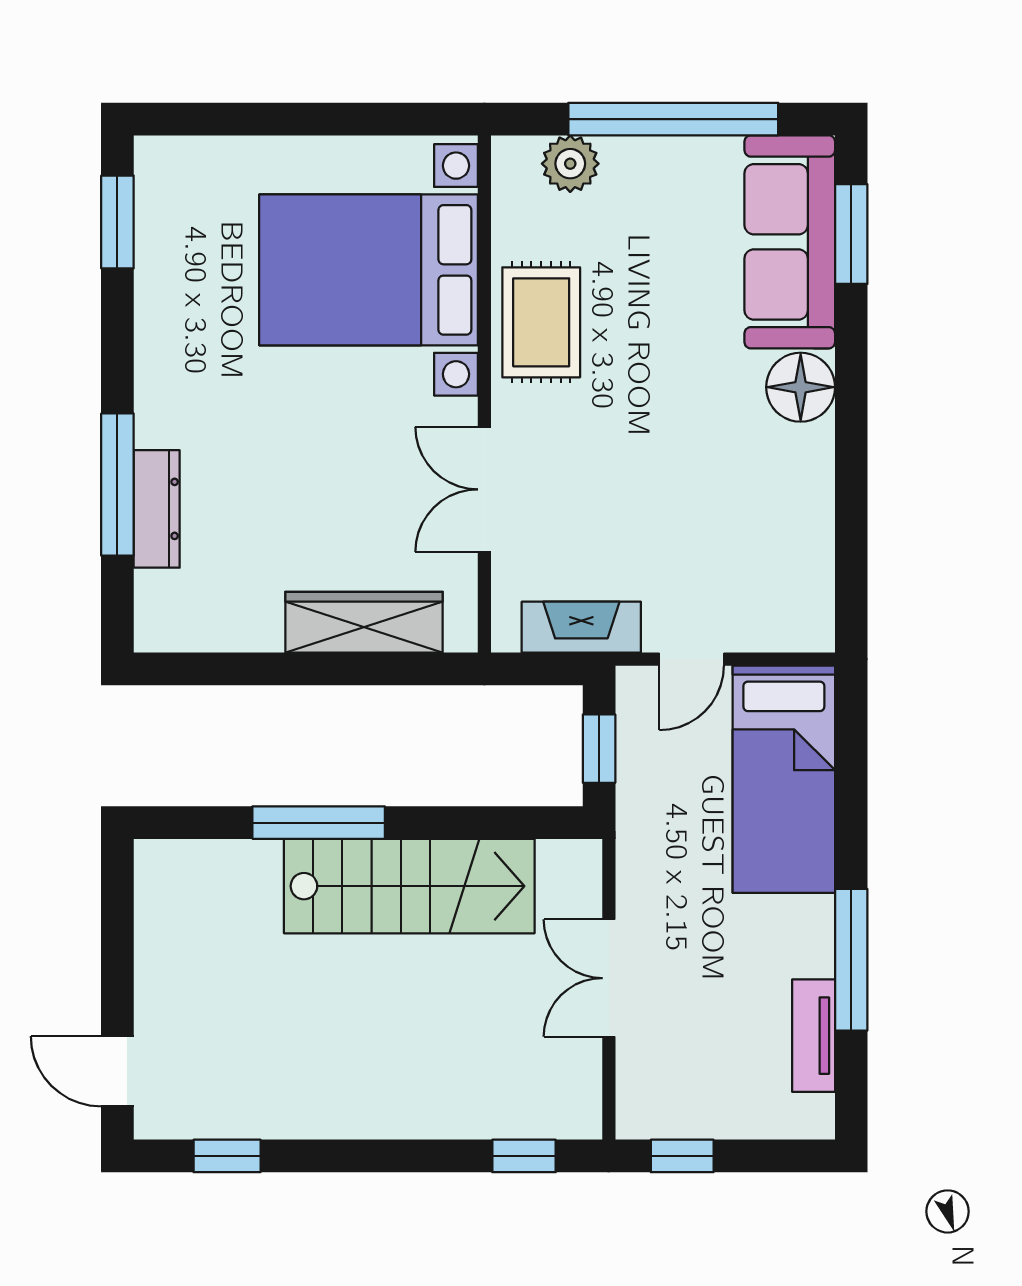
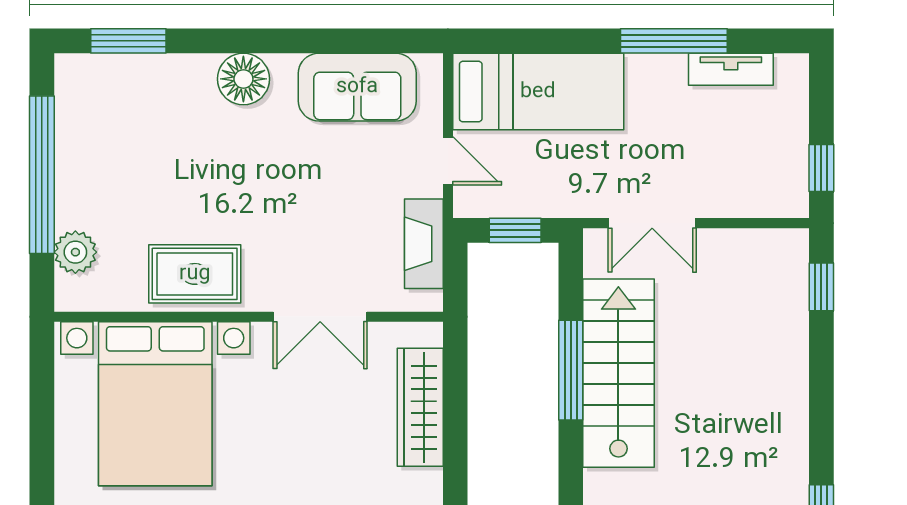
sofa: (790, 242) -> (357, 87), moved, width x0.73
window: (319, 823) -> (571, 370), moved
double door: (609, 978) -> (652, 223), moved

